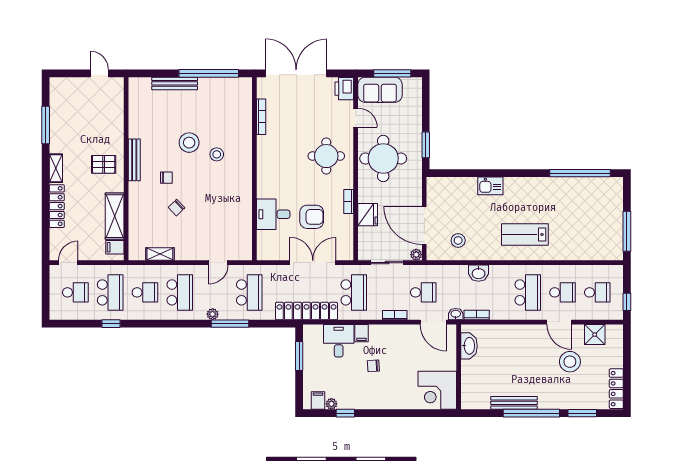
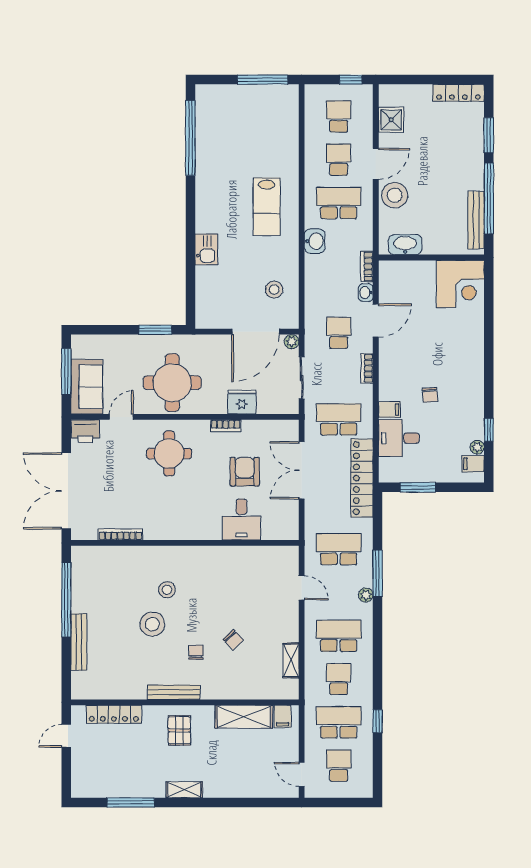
locker: (57, 206) -> (114, 714), moved, turned 180
washbasin: (479, 273) -> (315, 241), moved
washbasin: (469, 346) -> (405, 245), moved
stool: (570, 362) -> (395, 195), moved
wall: (459, 367) -> (431, 258), moved
corner desk: (437, 390) -> (460, 284), moved

